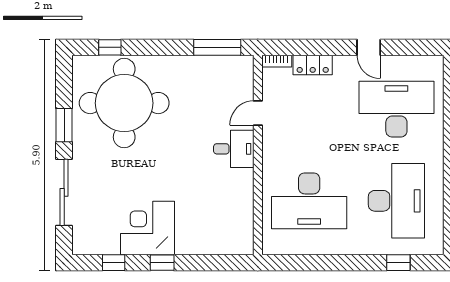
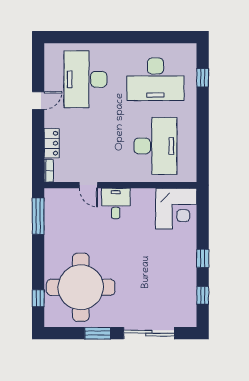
desk: (396, 201) -> (155, 79), turned 180
corner desk: (147, 228) -> (176, 209), moved, turned -90

